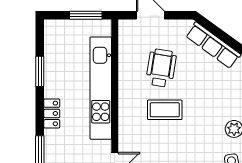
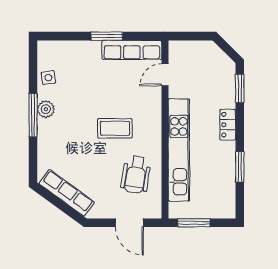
wheelchair: (161, 68) -> (136, 175), moved

